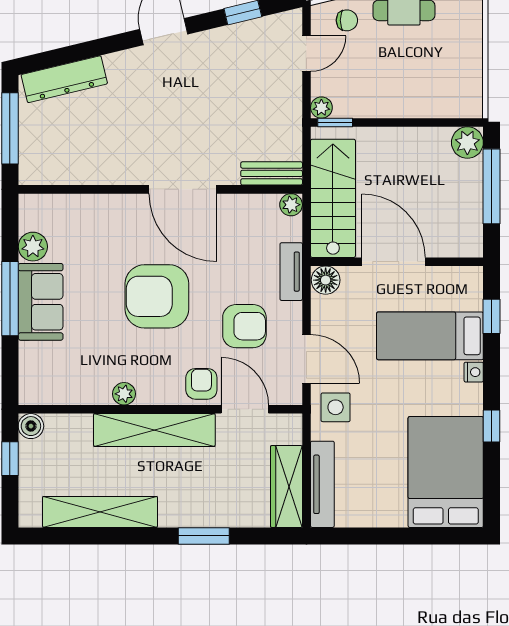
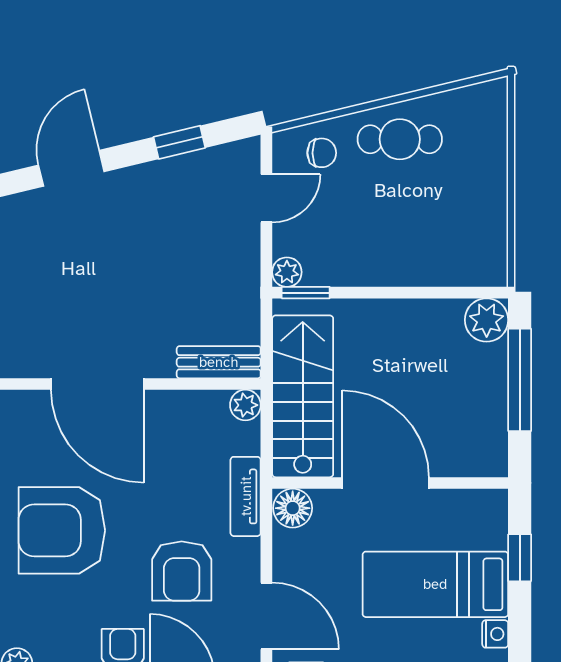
armchair: (244, 326) -> (182, 571), turned 90

